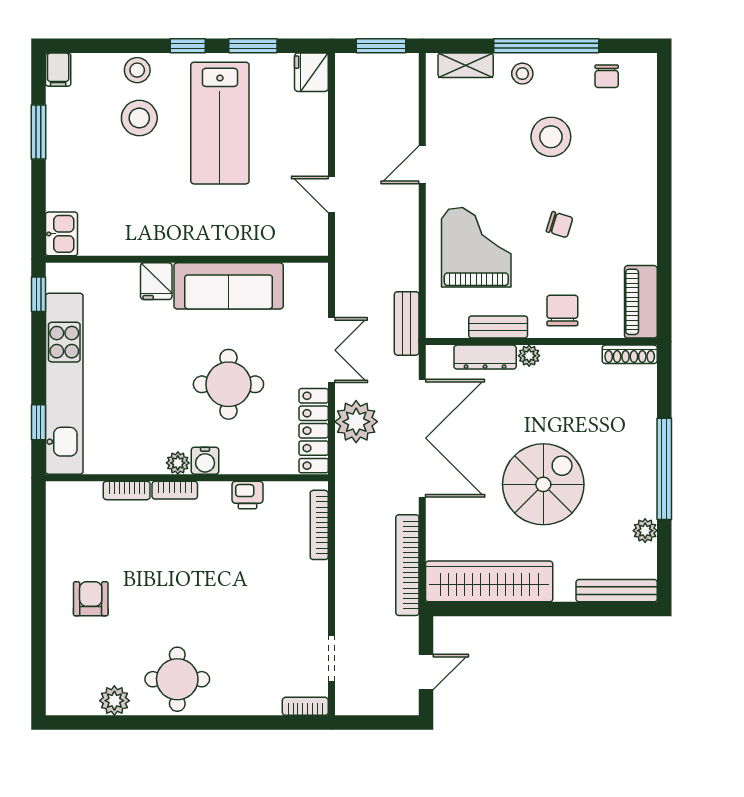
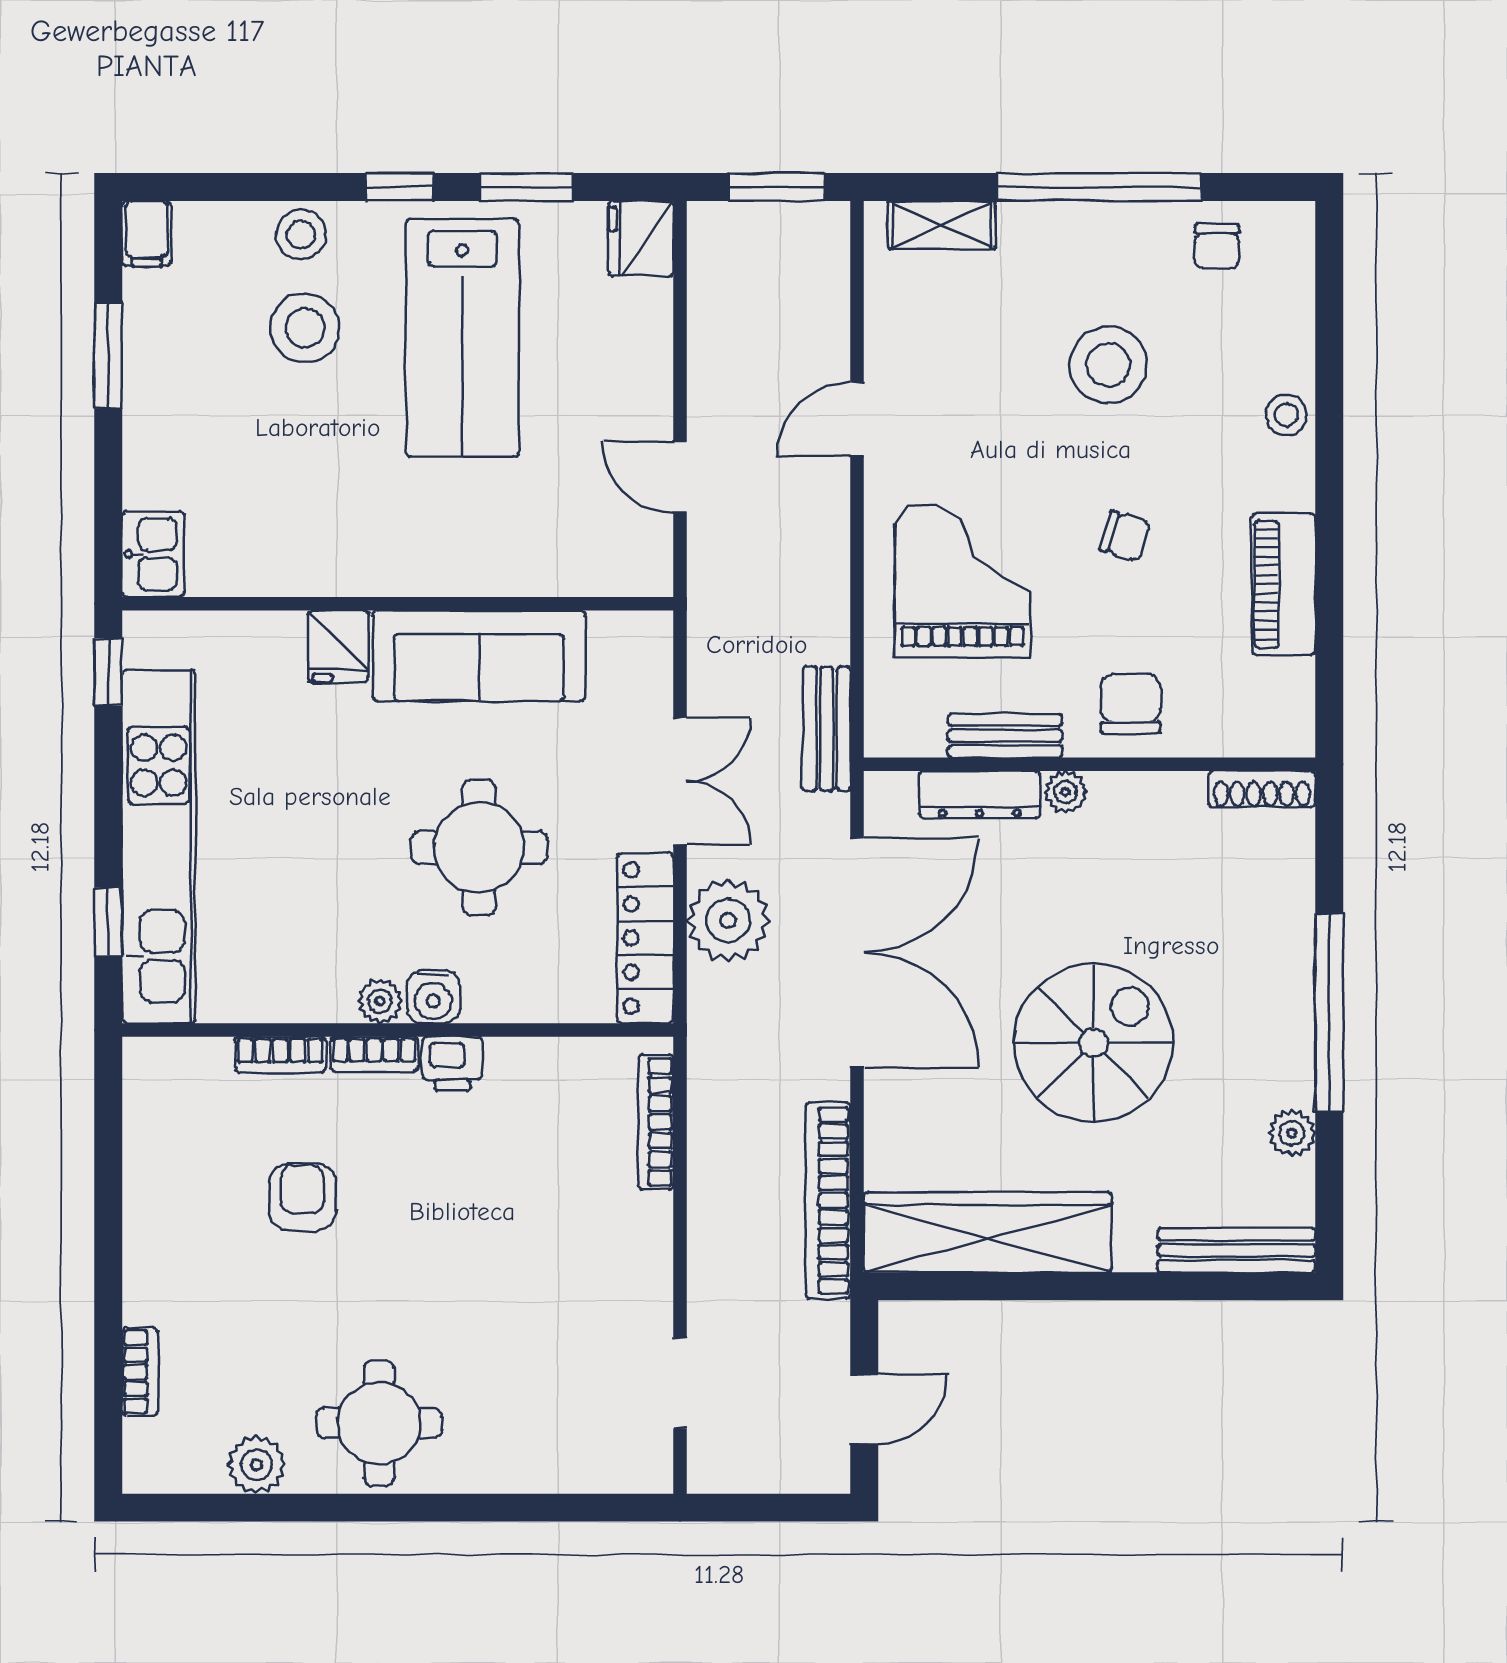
stool: (522, 74) -> (1286, 415), moved
piano: (641, 302) -> (1284, 584), moved
printer: (247, 495) -> (452, 1064), moved
armchair: (91, 599) -> (302, 1197), moved
bookcase: (305, 706) -> (140, 1372), moved, turned 90

